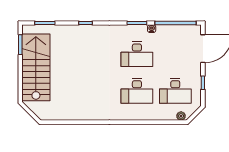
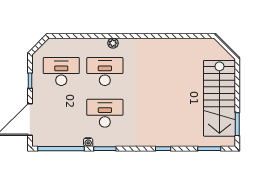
plant: (181, 116) -> (113, 43), moved

